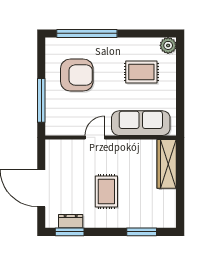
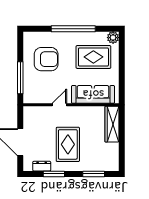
window: (87, 33) -> (73, 29), moved
rug: (141, 72) -> (93, 57), width x1.36, depth x1.43
rug: (106, 191) -> (68, 144), width x1.36, depth x1.43
window: (70, 232) -> (54, 174), moved

